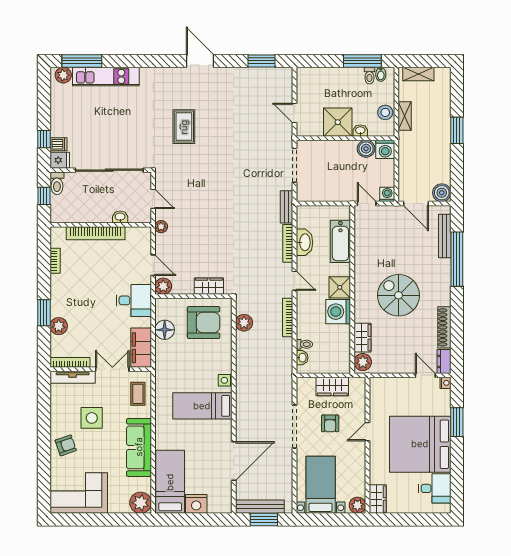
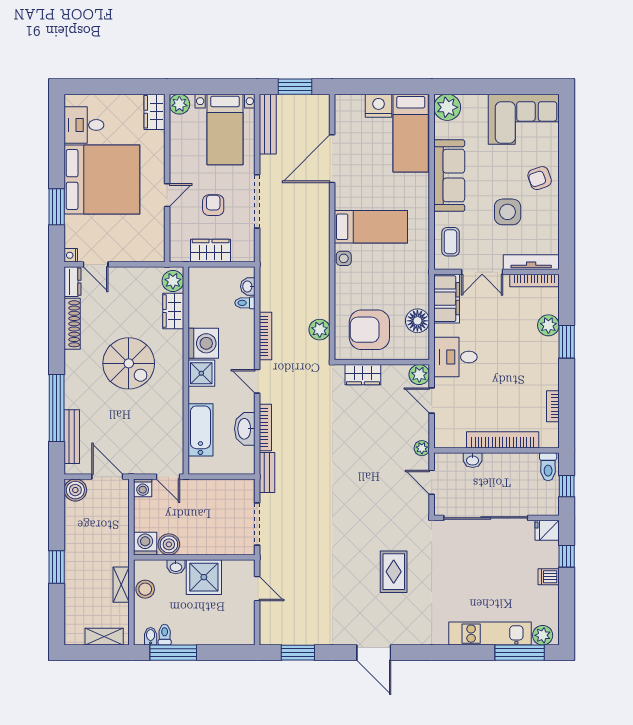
dishwasher: (58, 144) -> (549, 577), moved
toilet: (57, 183) -> (548, 467), moved, turned 180
bench: (260, 507) -> (268, 124), moved, turned 90

